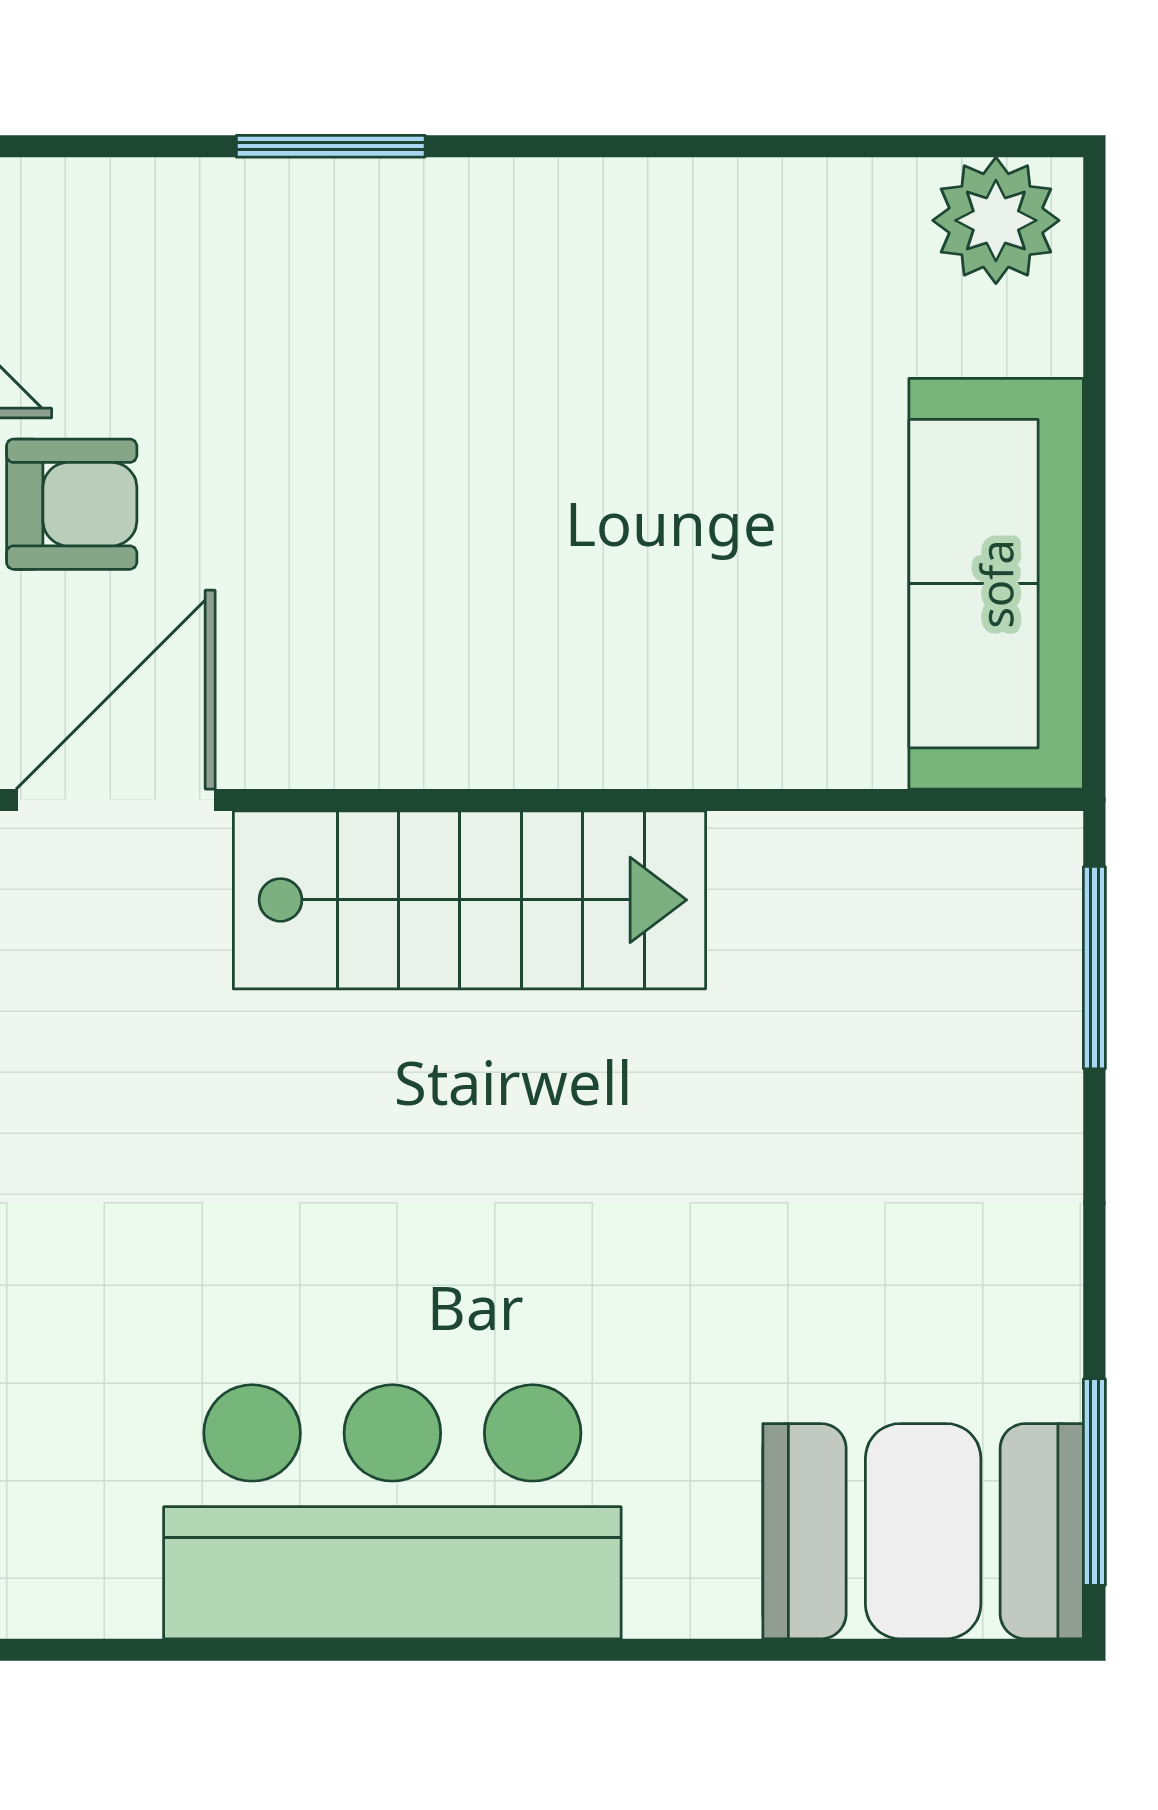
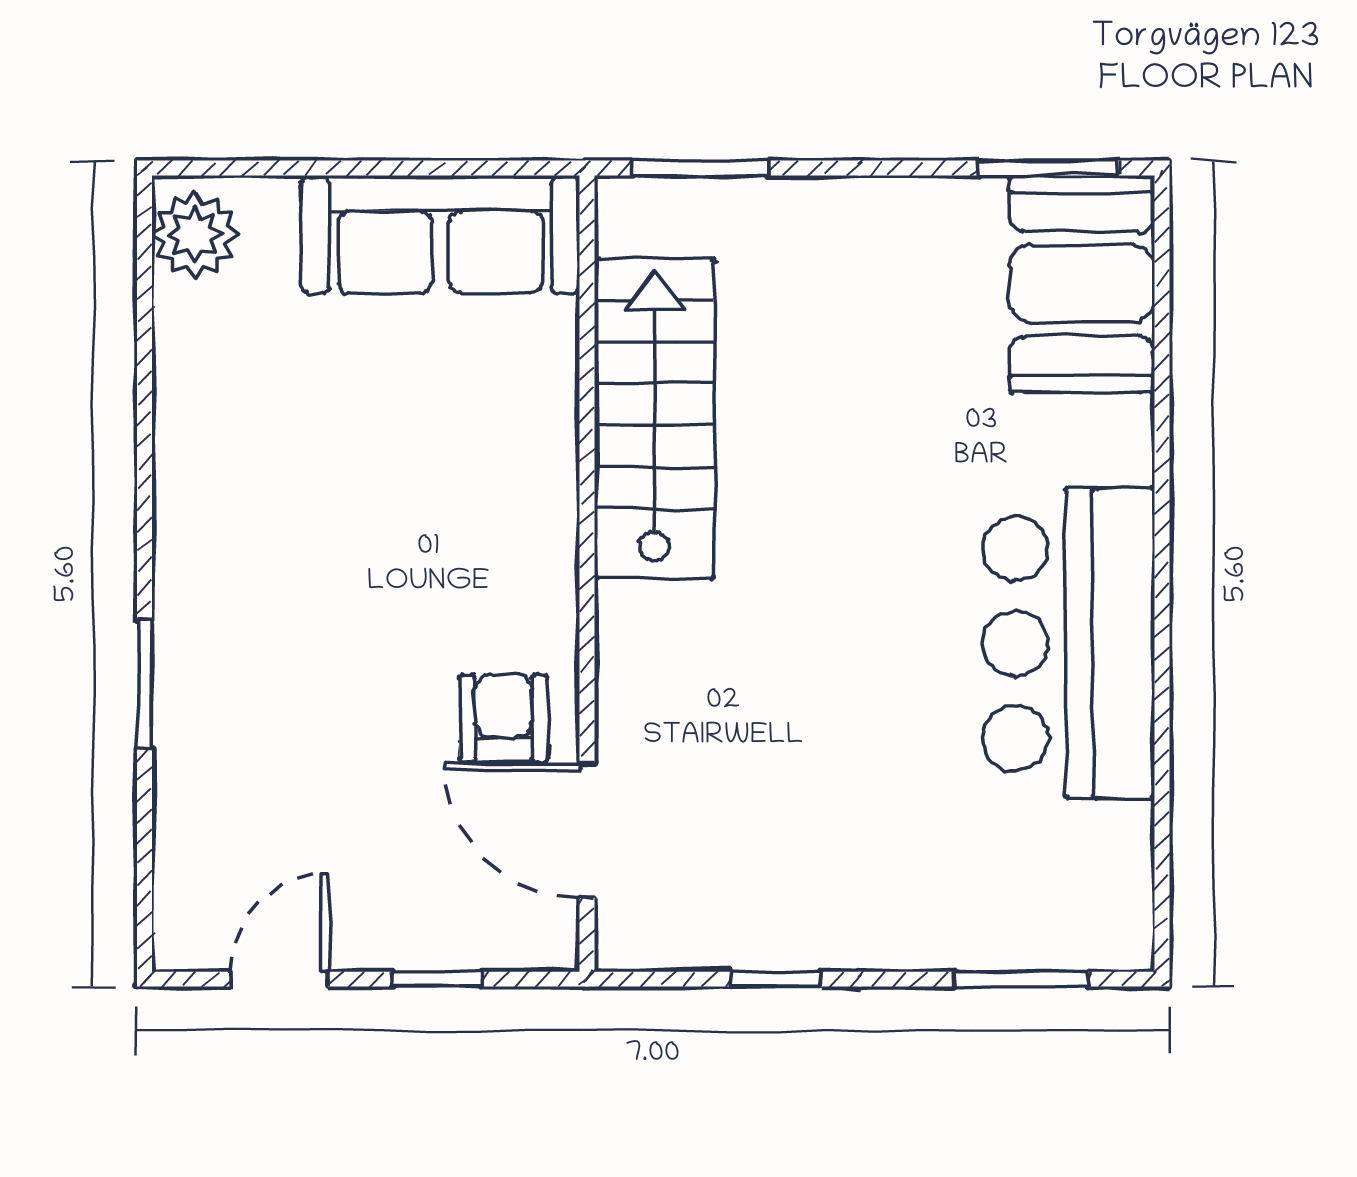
armchair: (72, 504) -> (504, 718), moved
stairs: (469, 900) -> (655, 418), moved

